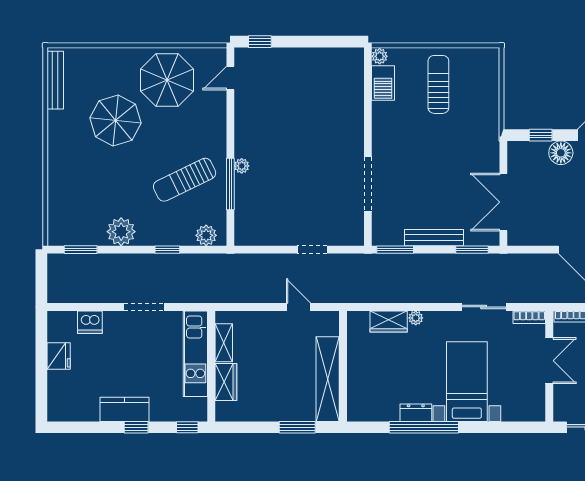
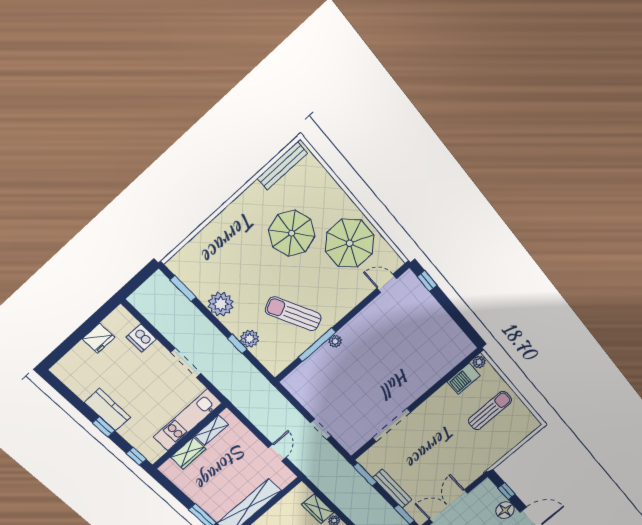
plant: (206, 235) -> (250, 339), moved

